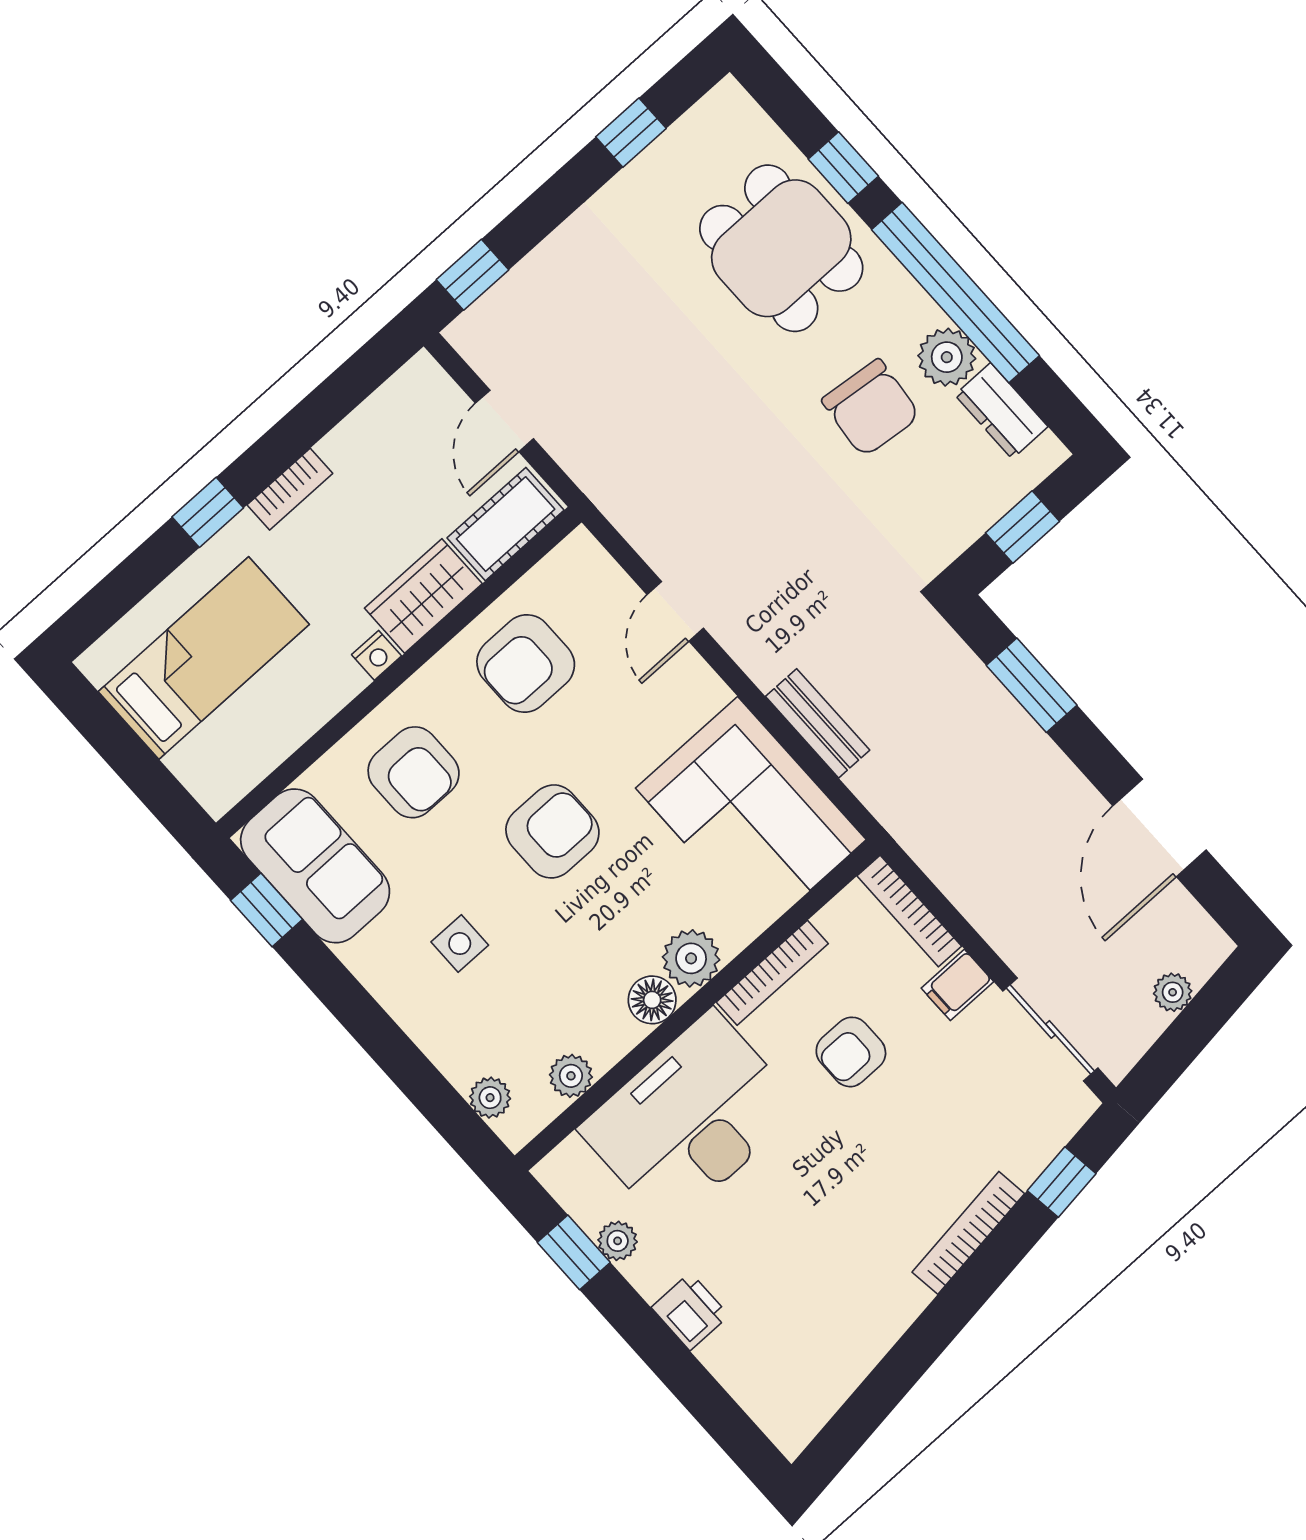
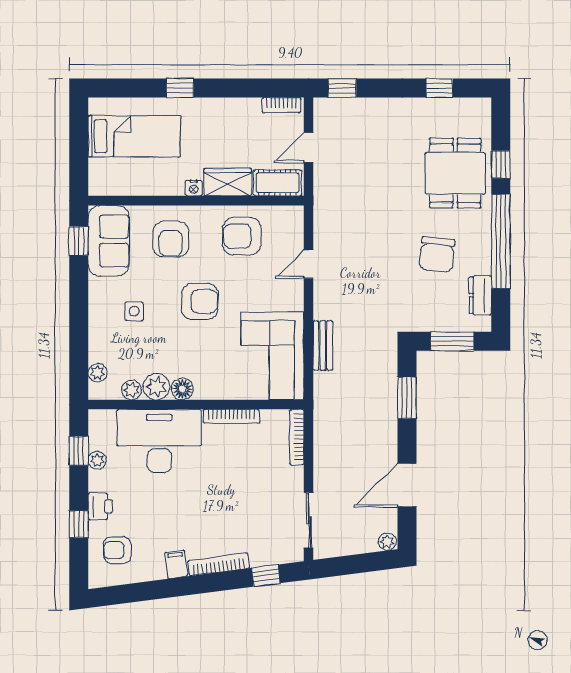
plant: (947, 357) -> (478, 260), removed
bookcase: (290, 489) -> (281, 105), moved
window: (1022, 527) -> (452, 341), width x1.50
plant: (691, 958) -> (156, 387), moved
filing cabinet: (957, 985) -> (176, 564), moved, turned 83
plant: (1173, 992) -> (387, 542), moved
armchair: (851, 1052) -> (117, 550), moved
window: (681, 1372) -> (79, 524), added

